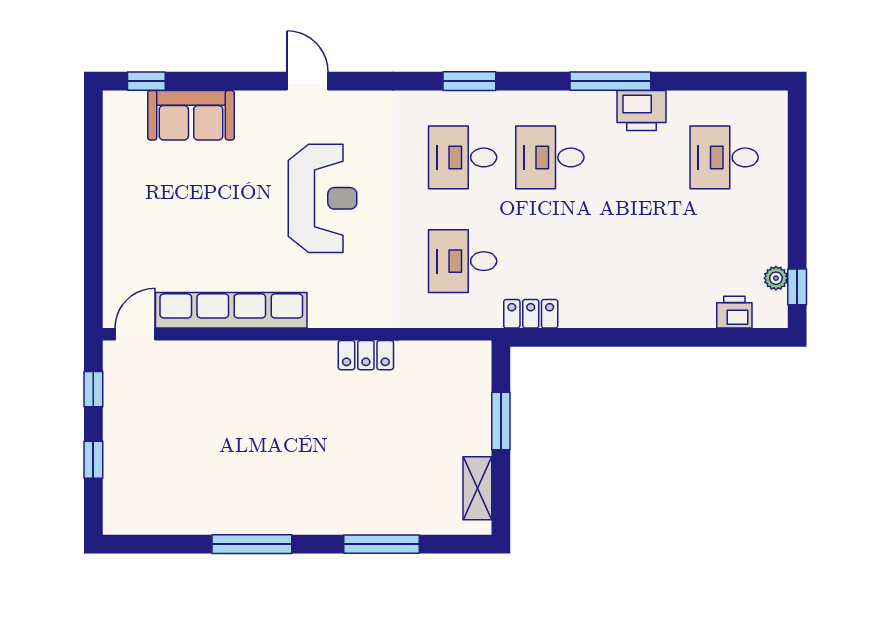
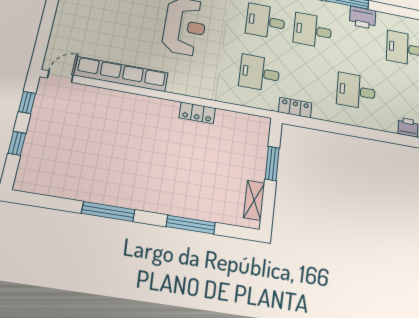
desk: (637, 261) -> (356, 91), added

